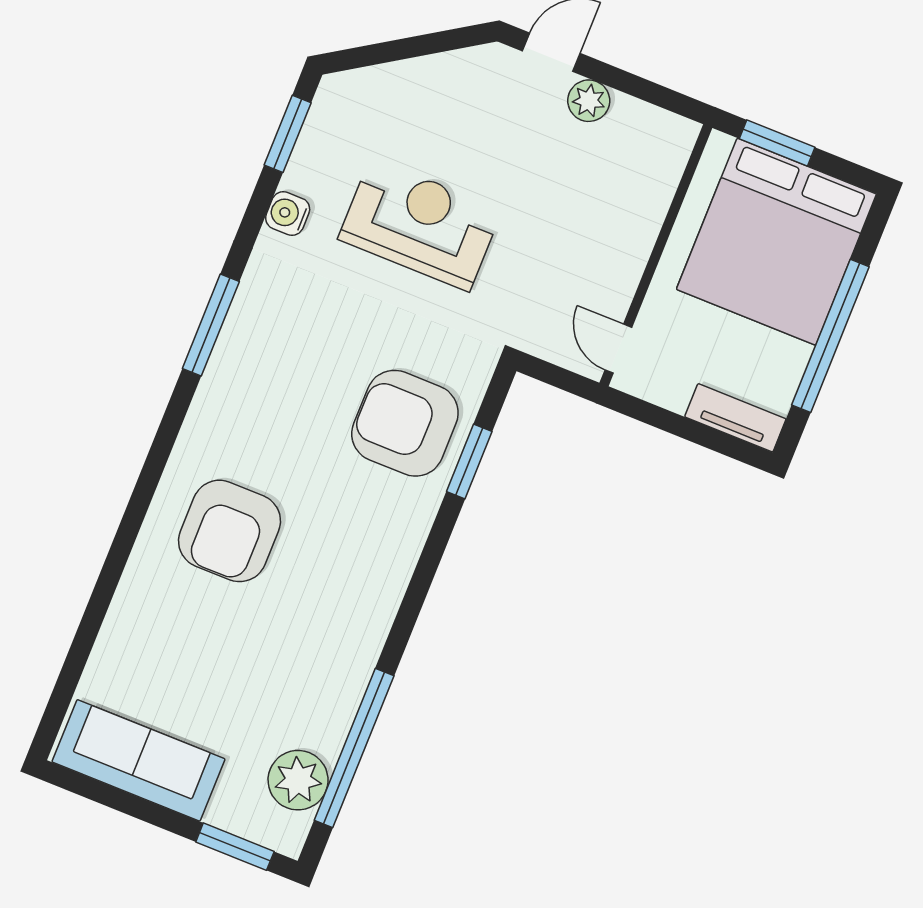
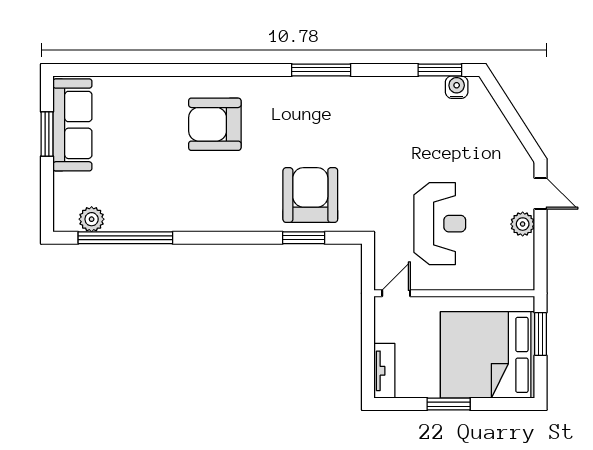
water cooler: (288, 214) -> (457, 87), moved
reception desk: (420, 224) -> (440, 224), moved
window: (830, 336) -> (449, 404), width x0.47
plant: (298, 780) -> (92, 219), width x0.73, depth x0.73
window: (235, 847) -> (47, 134), moved

